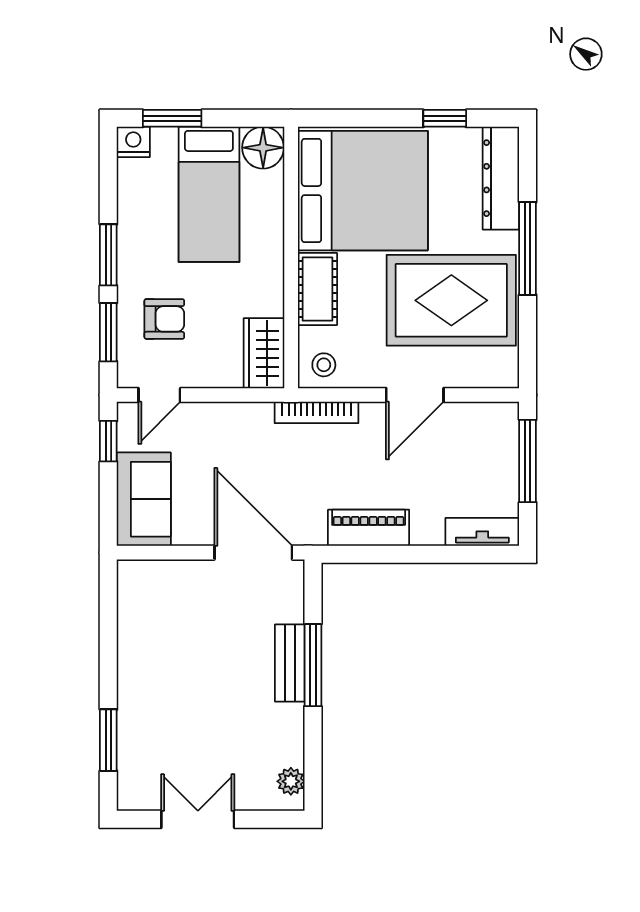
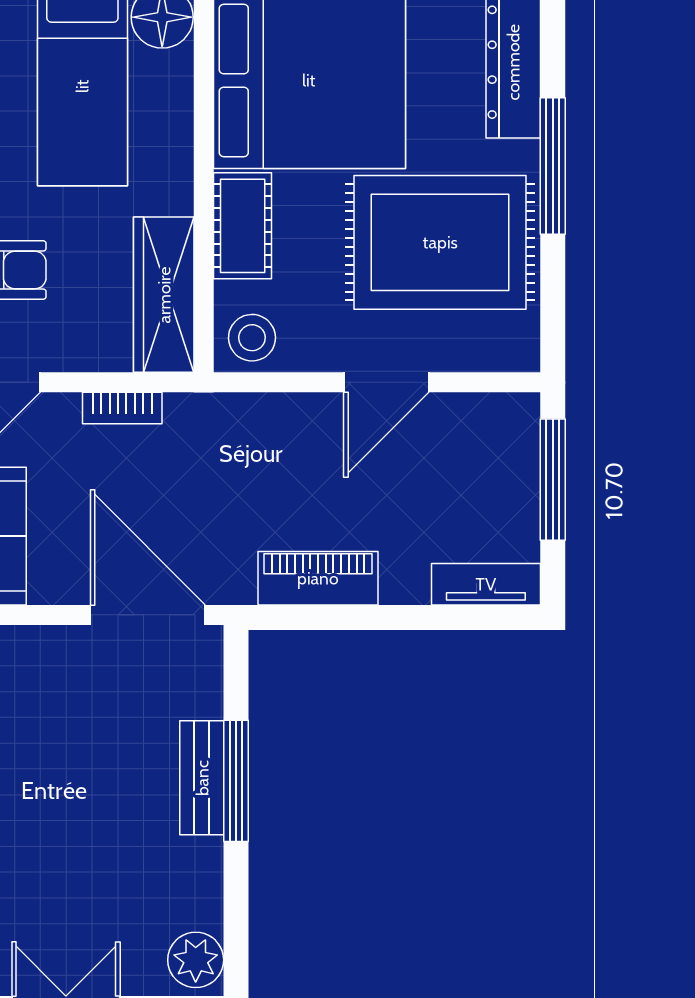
wardrobe: (264, 353) -> (164, 295), width x1.50
stool: (324, 365) -> (252, 338), width x1.37, depth x1.37
bookcase: (317, 412) -> (122, 408), moved, width x0.64
plant: (291, 781) -> (196, 960), width x1.38, depth x1.38

